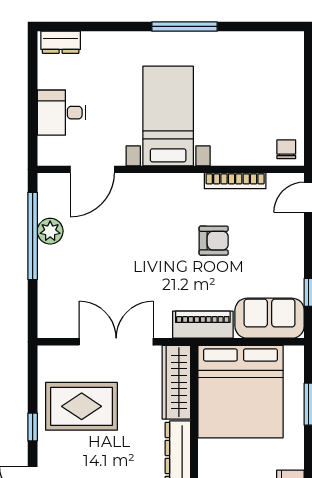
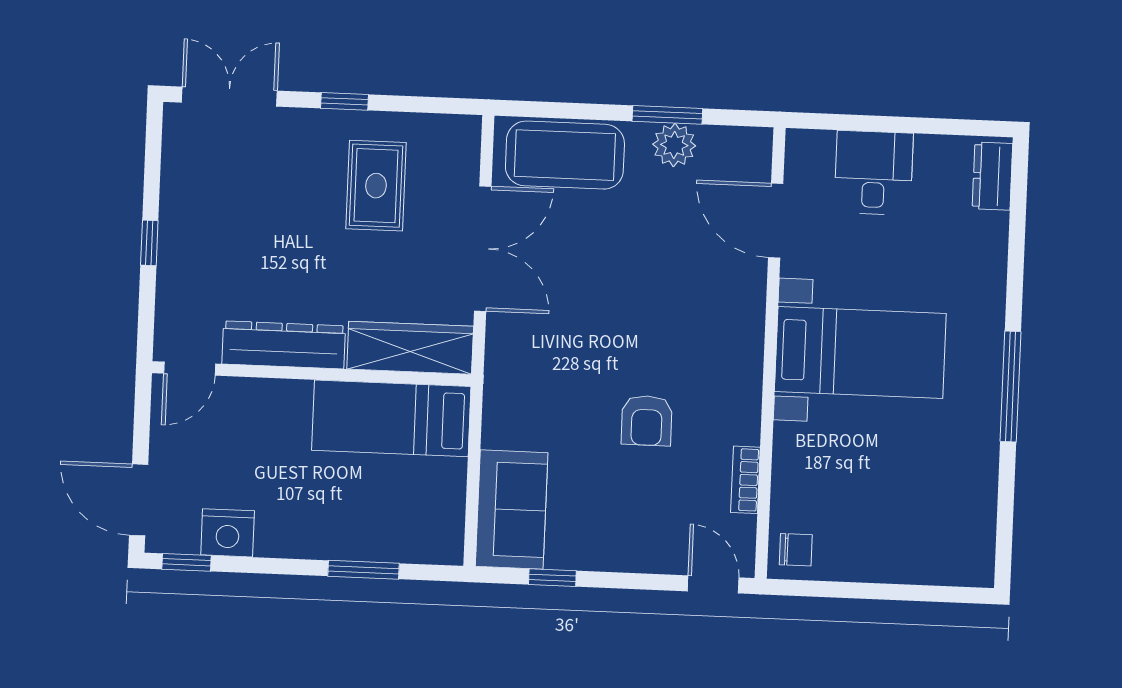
bookcase: (235, 181) -> (745, 480), width x0.64
window: (33, 236) -> (667, 115), width x0.47
coffee table: (59, 295) -> (565, 155), added
piano: (203, 325) -> (505, 396), removed
bed: (240, 392) -> (391, 418), width x0.49
rug: (82, 406) -> (376, 186), width x0.73, depth x0.70

